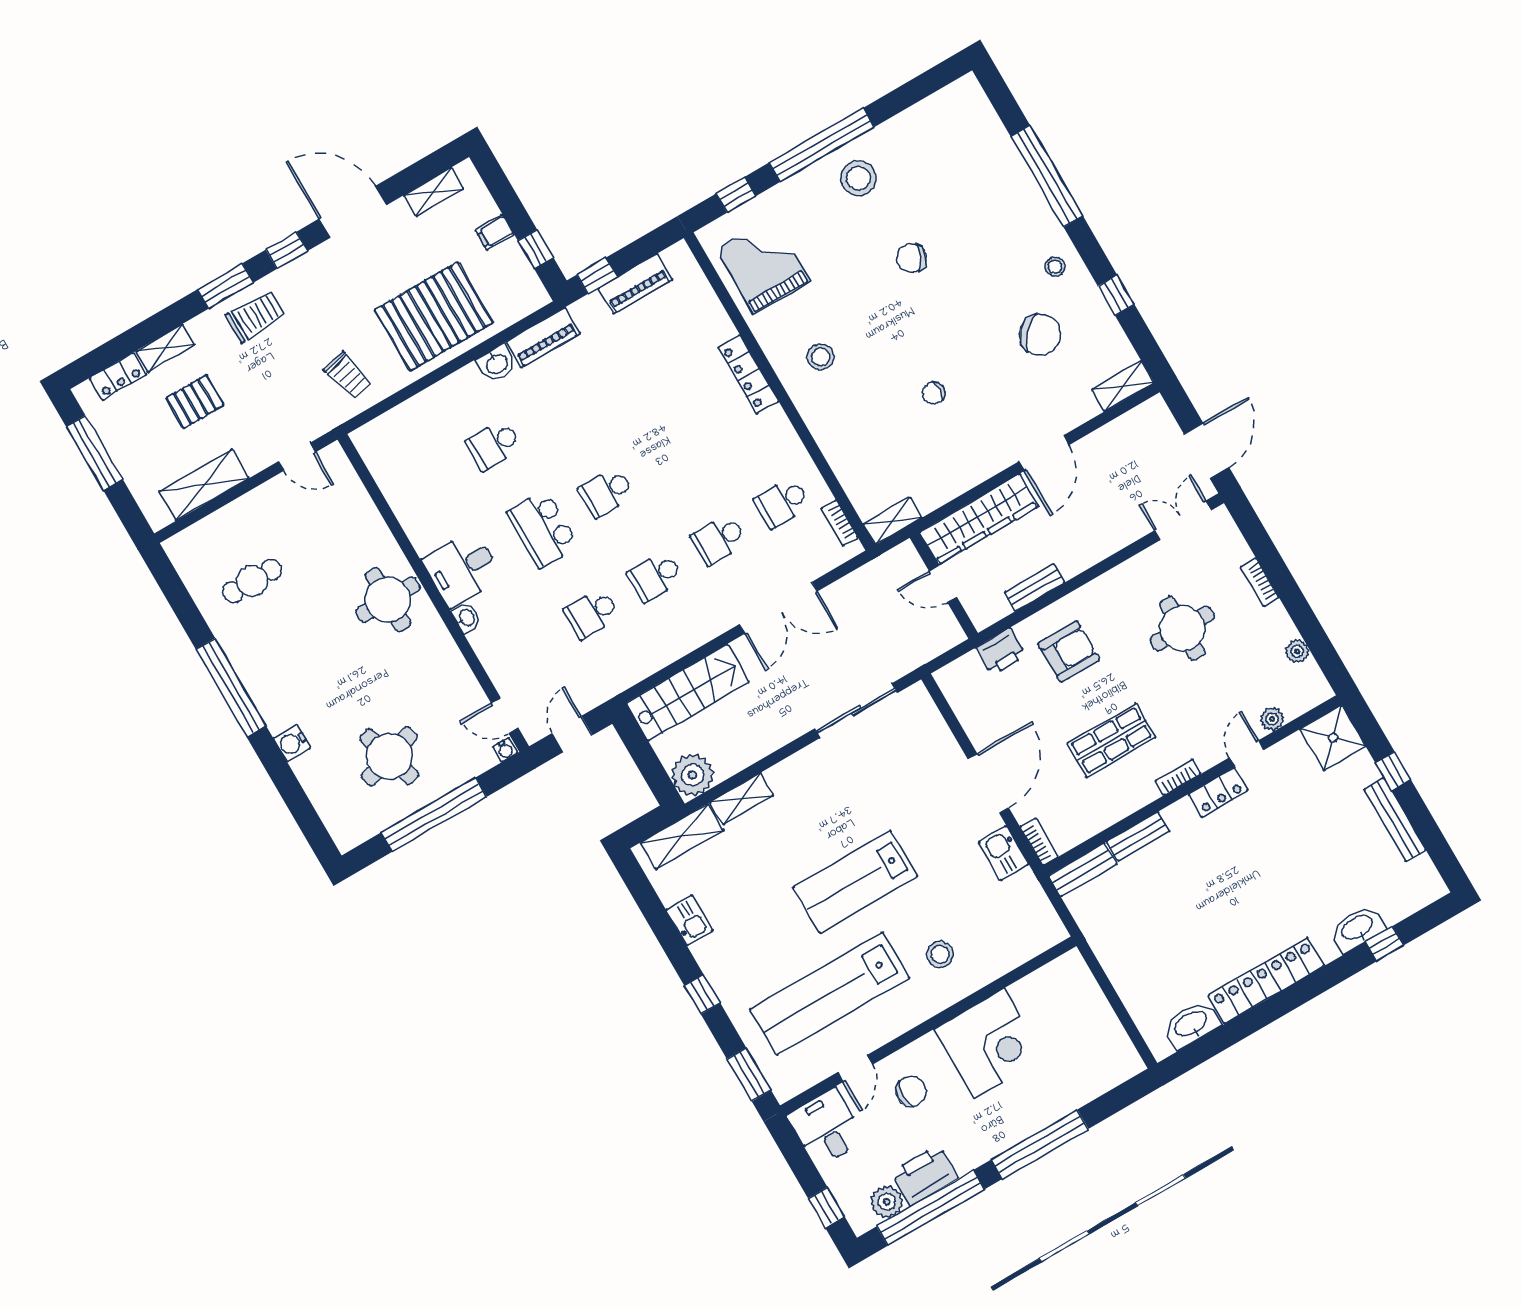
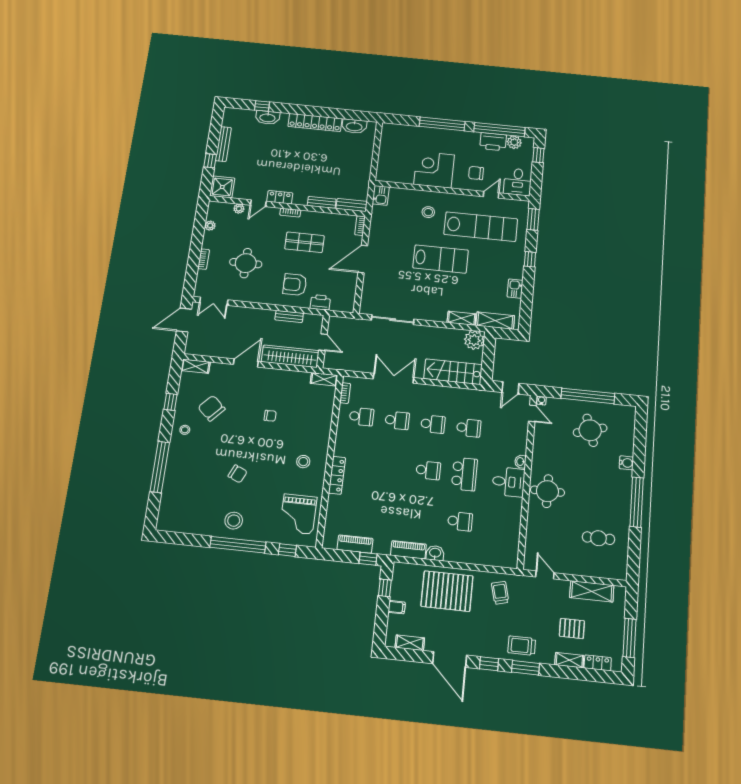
kitchen sink: (1004, 853) -> (381, 195), moved

